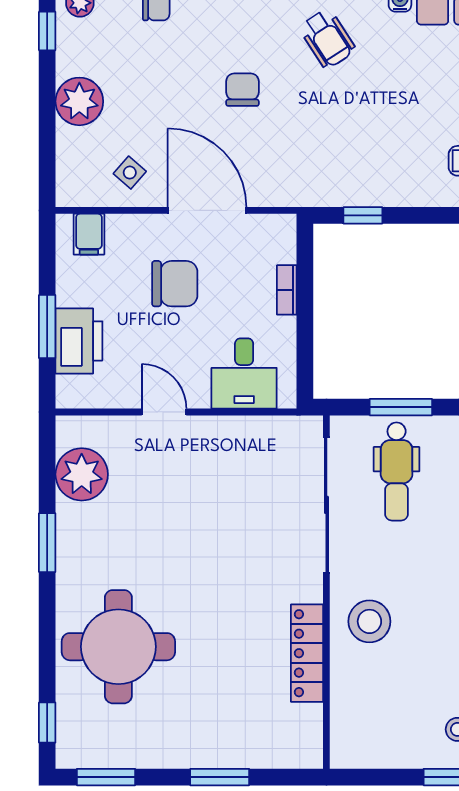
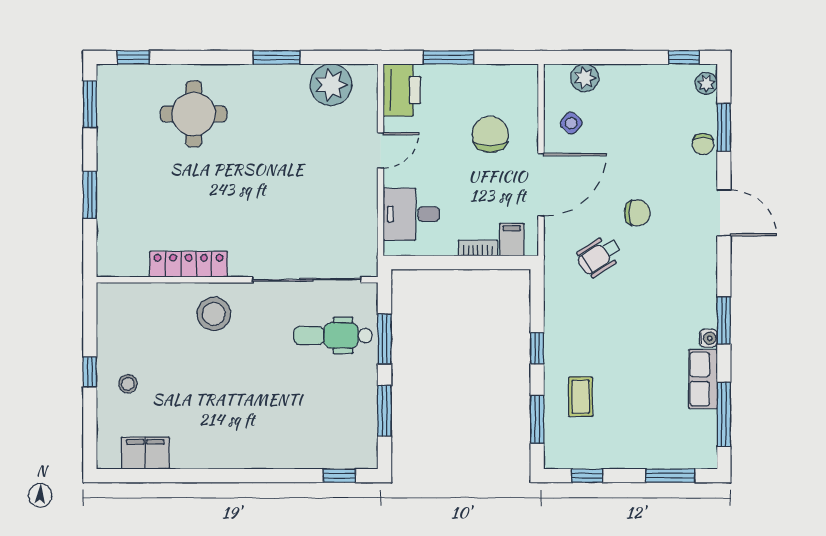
wheelchair: (327, 39) -> (599, 256), moved
plant: (79, 101) -> (585, 78), moved, width x0.73, depth x0.73
window: (363, 215) -> (537, 348), moved
filing cabinet: (89, 234) -> (512, 240), moved, turned 90
chair: (175, 284) -> (490, 134), moved, turned 180
printer: (79, 341) -> (402, 90), moved, turned -90
round table: (118, 647) -> (194, 114), width x0.73, depth x0.73

